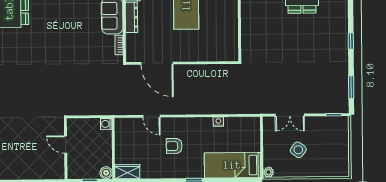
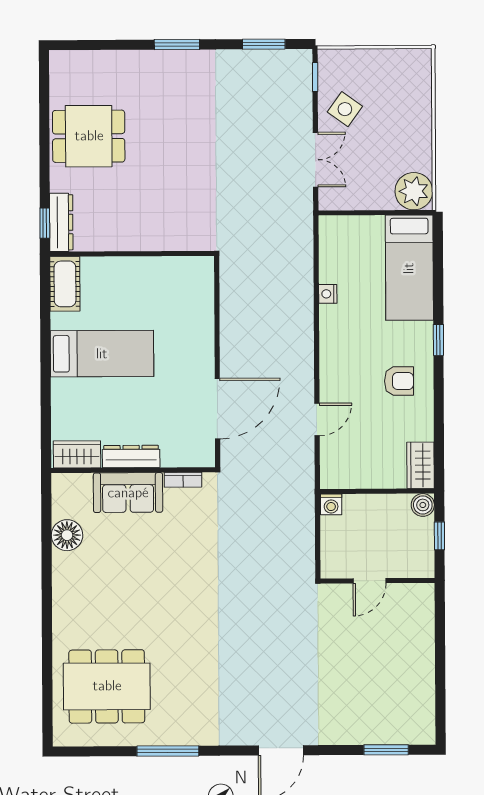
window: (351, 41) -> (177, 45), width x1.50
armchair: (174, 146) -> (399, 381), moved, turned -90
side table: (298, 150) -> (345, 109), moved
plant: (269, 172) -> (414, 191), width x1.88, depth x1.88

